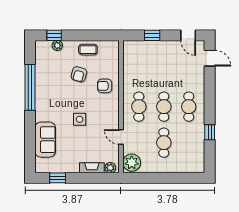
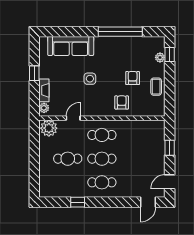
armchair: (79, 74) -> (133, 78), turned 74
sofa: (45, 140) -> (71, 46), width x1.36
window: (58, 178) -> (34, 73), moved

